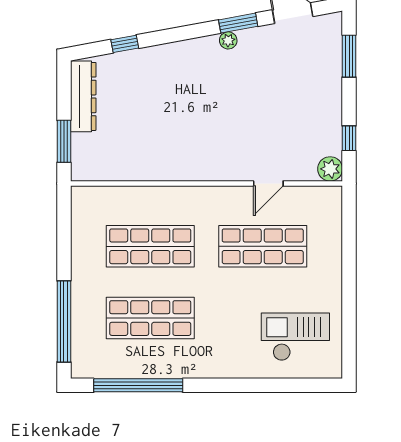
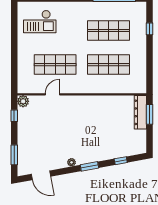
window: (238, 23) -> (89, 166), moved
dresser: (83, 96) -> (140, 112), moved
window: (64, 321) -> (150, 29), width x0.32

